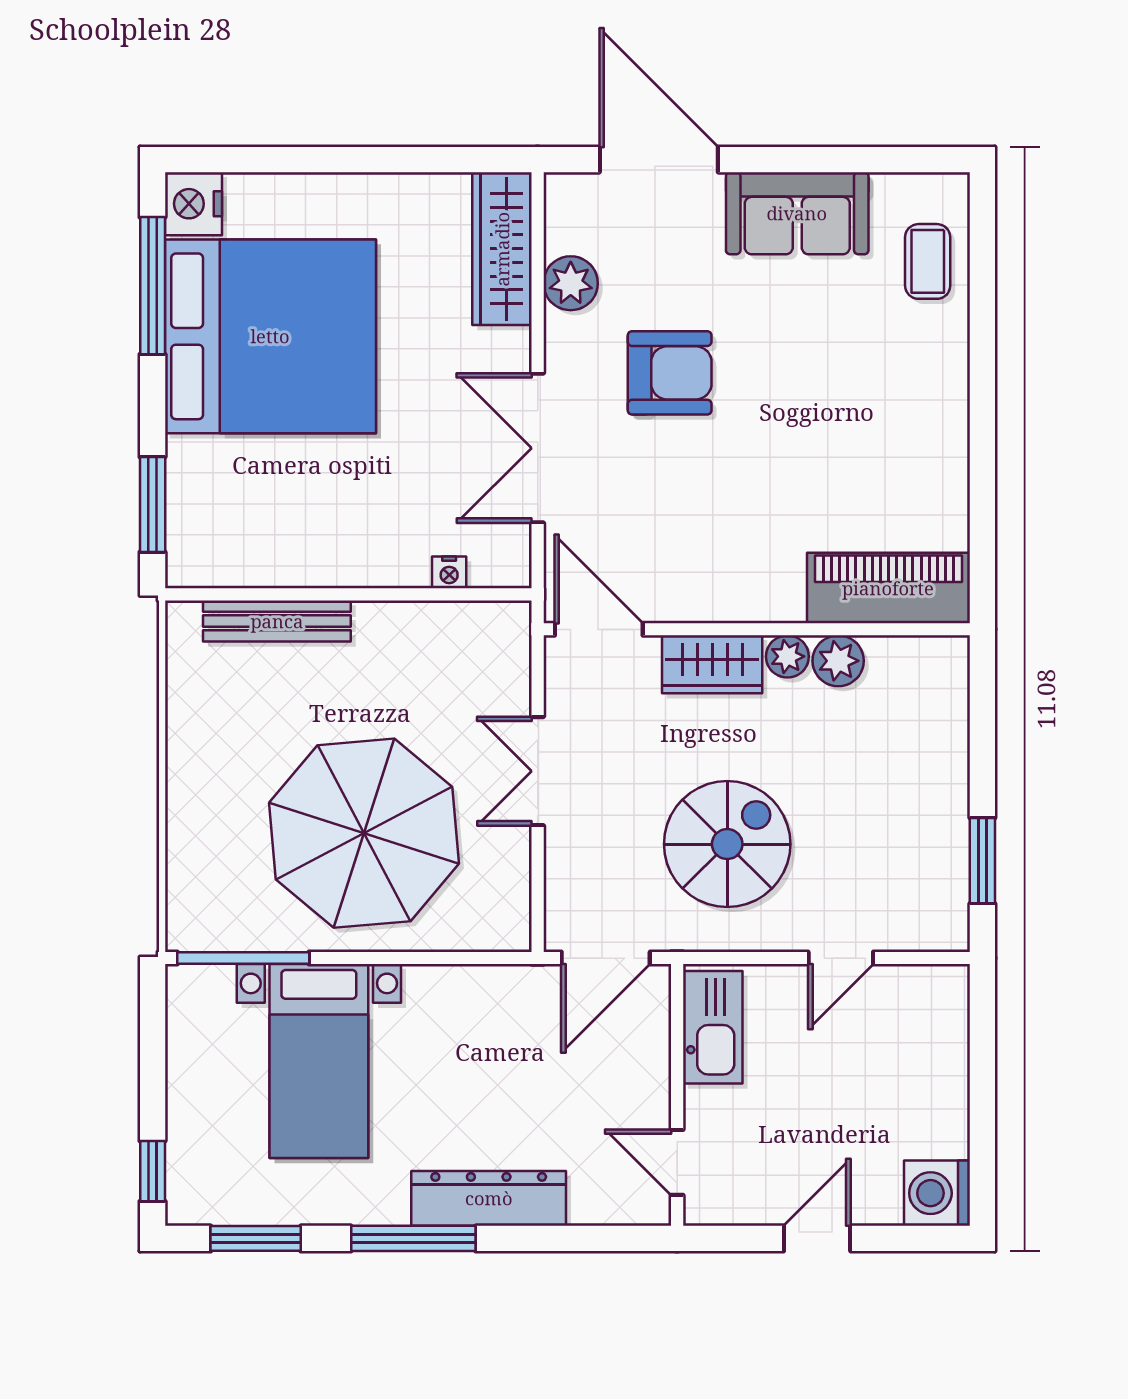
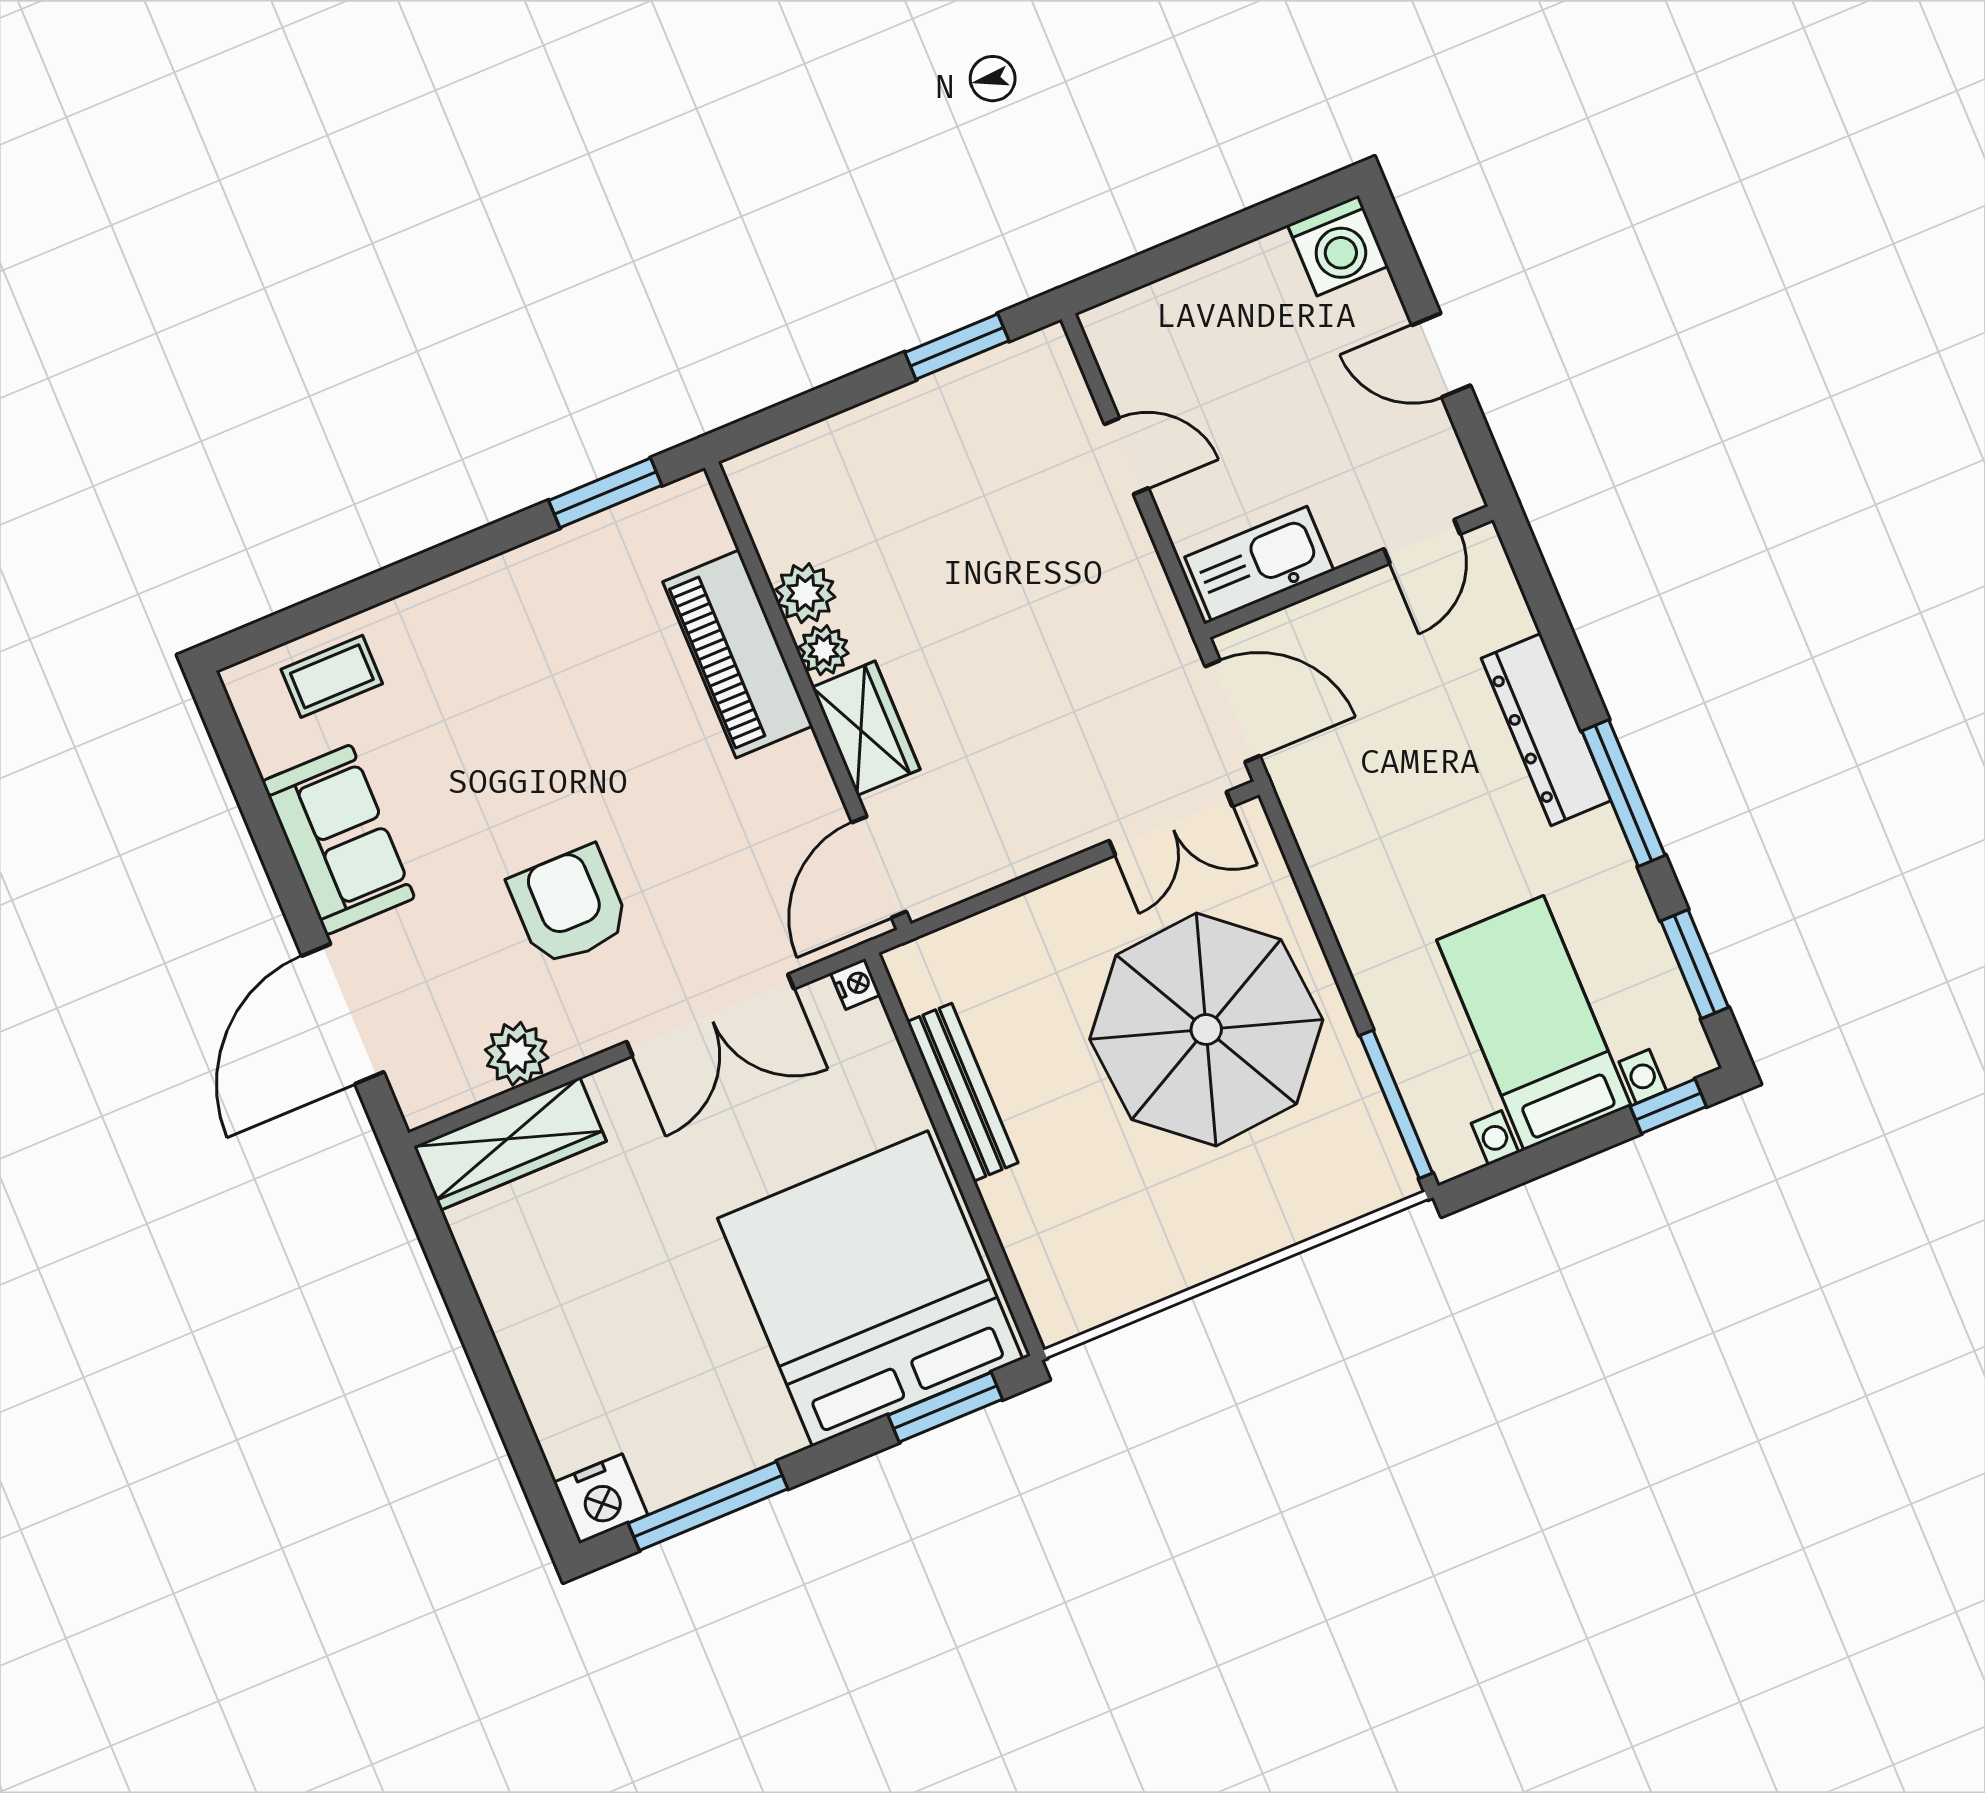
bed: (270, 336) -> (870, 1289), moved
window: (982, 536) -> (605, 493), added
nightstand: (449, 572) -> (855, 984), moved
piano: (888, 588) -> (738, 654), moved
bench: (277, 621) -> (962, 1092), moved
double door: (538, 771) -> (1171, 823), moved
spiral stairs: (727, 844) -> (1054, 631), removed
bed with nightstands: (319, 1061) -> (1534, 1023), moved, turned -90

